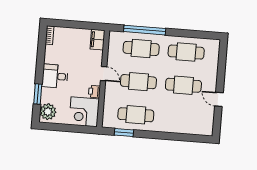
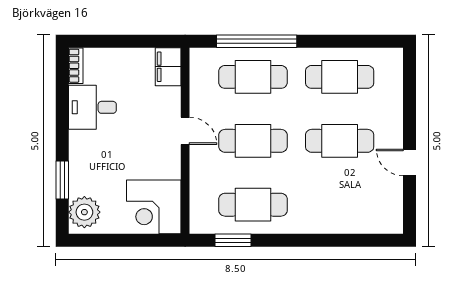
desk: (55, 76) -> (92, 107), moved
printer: (94, 92) -> (170, 167), removed

